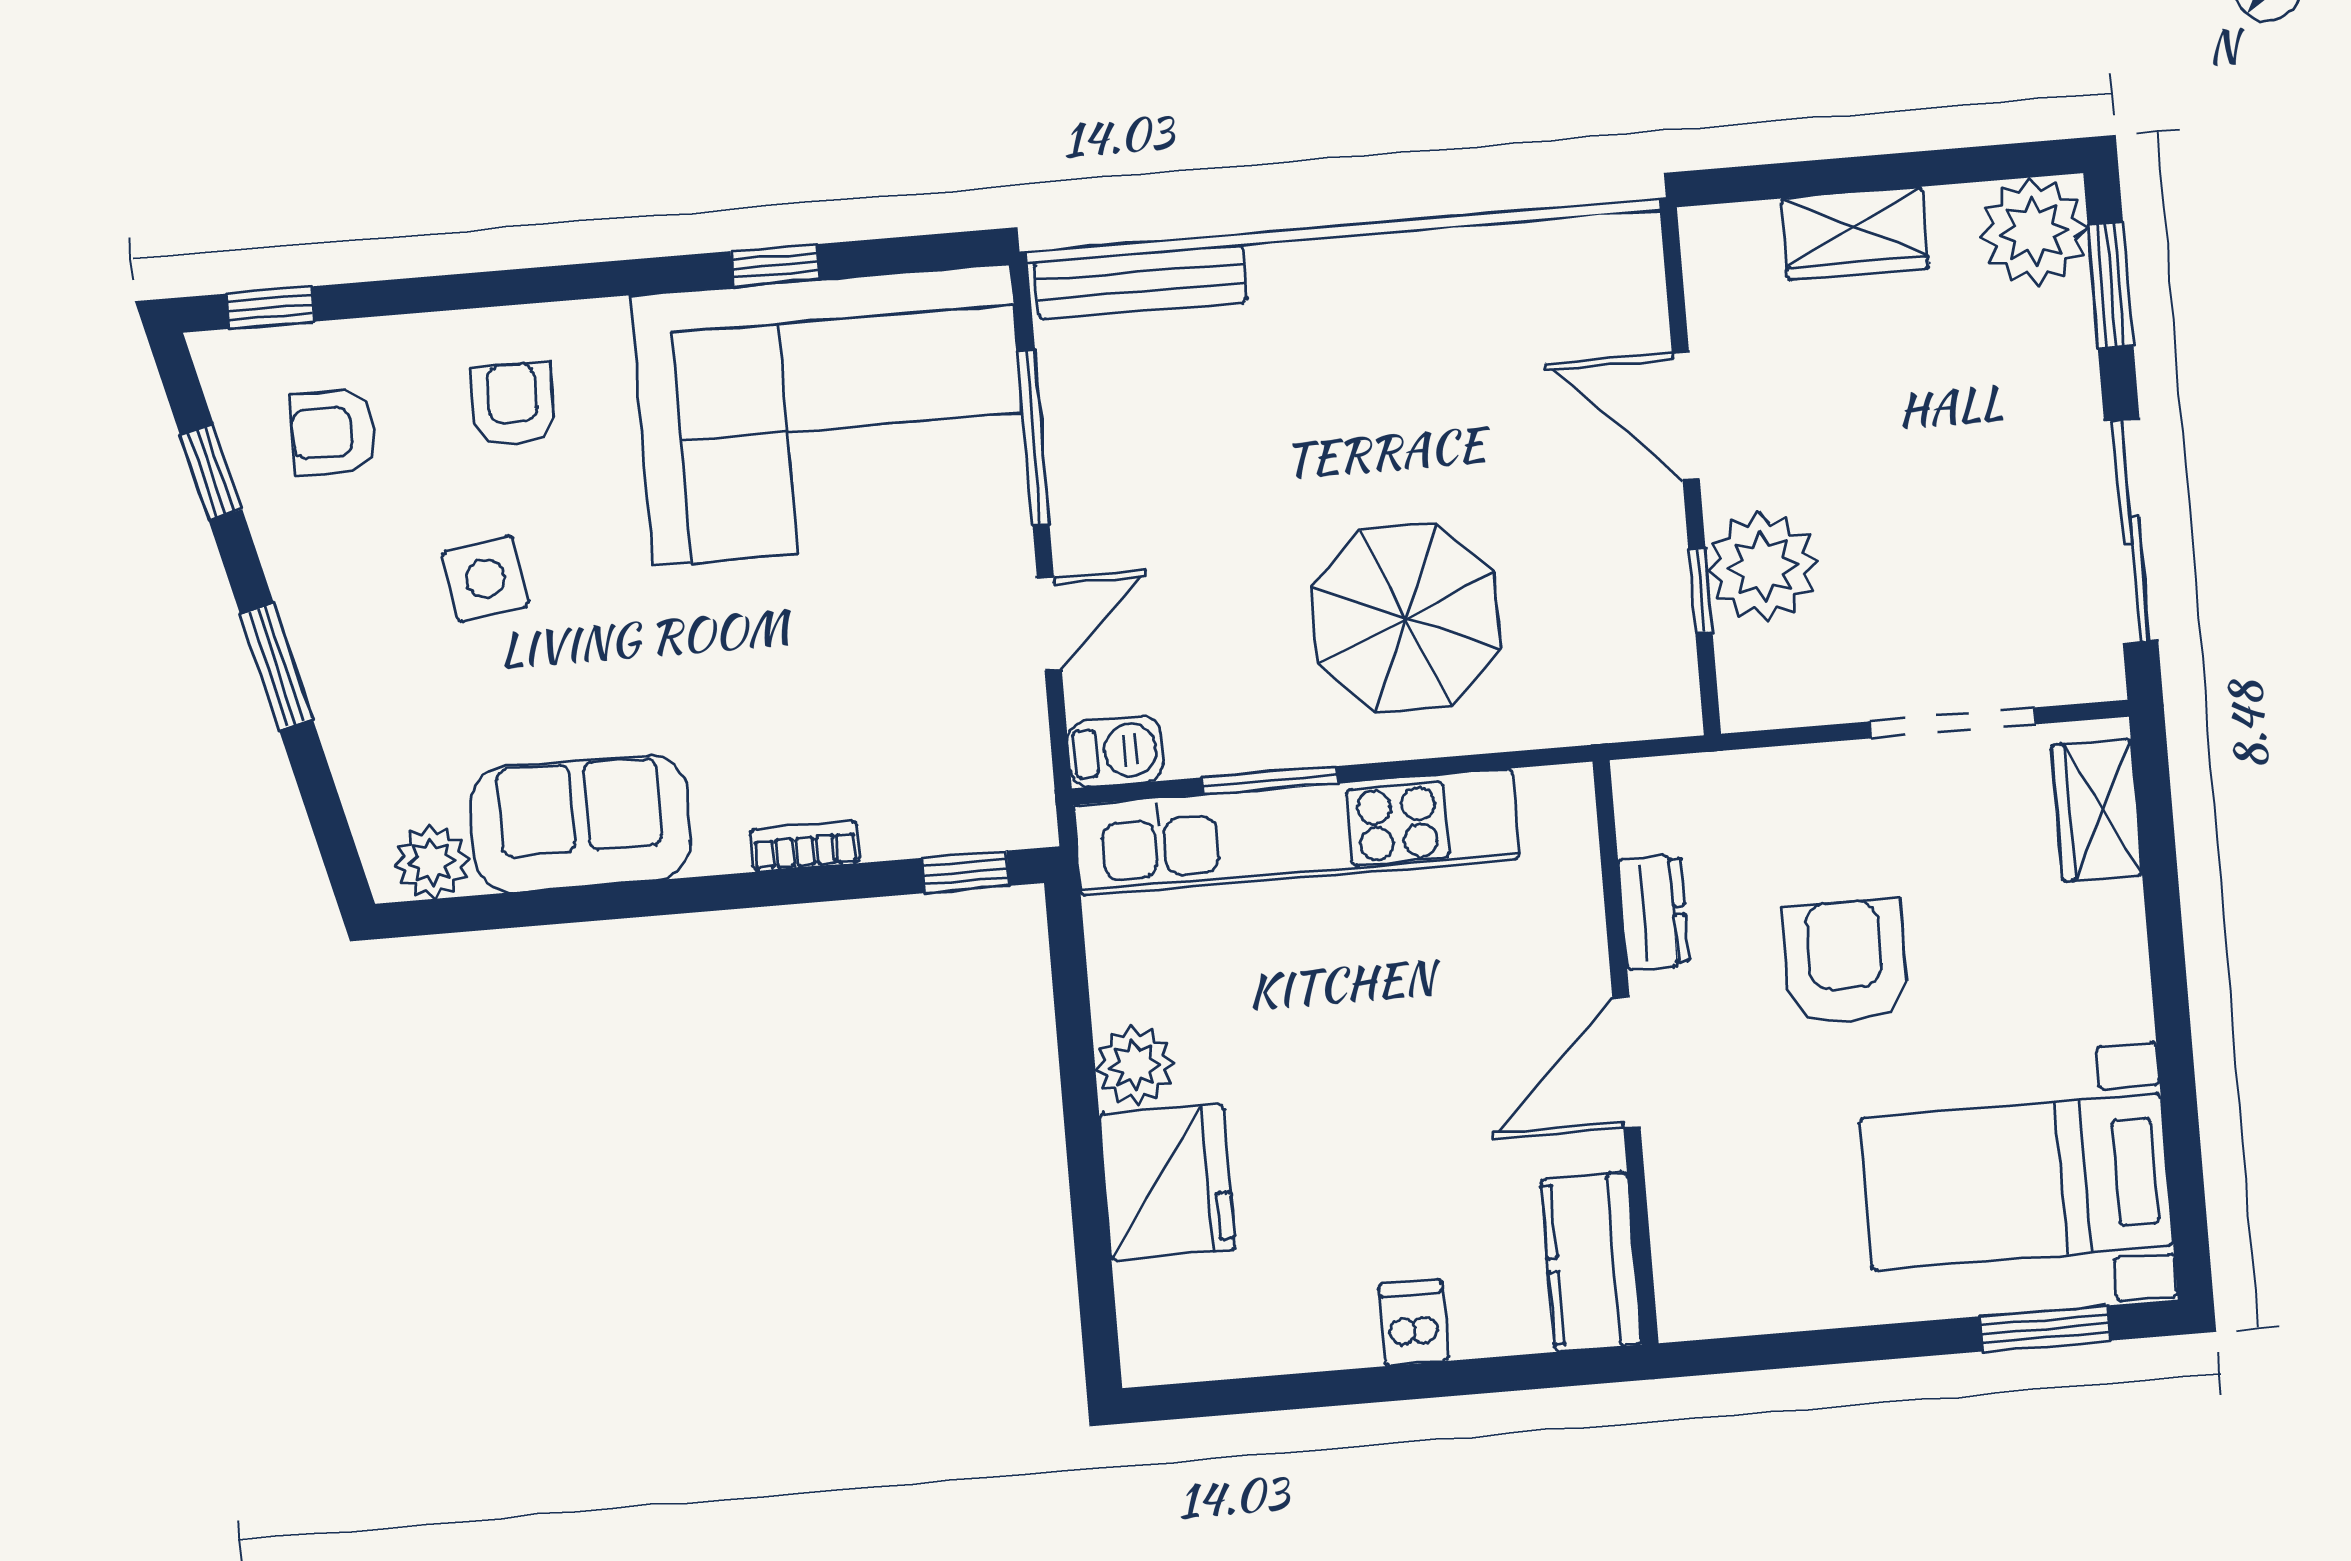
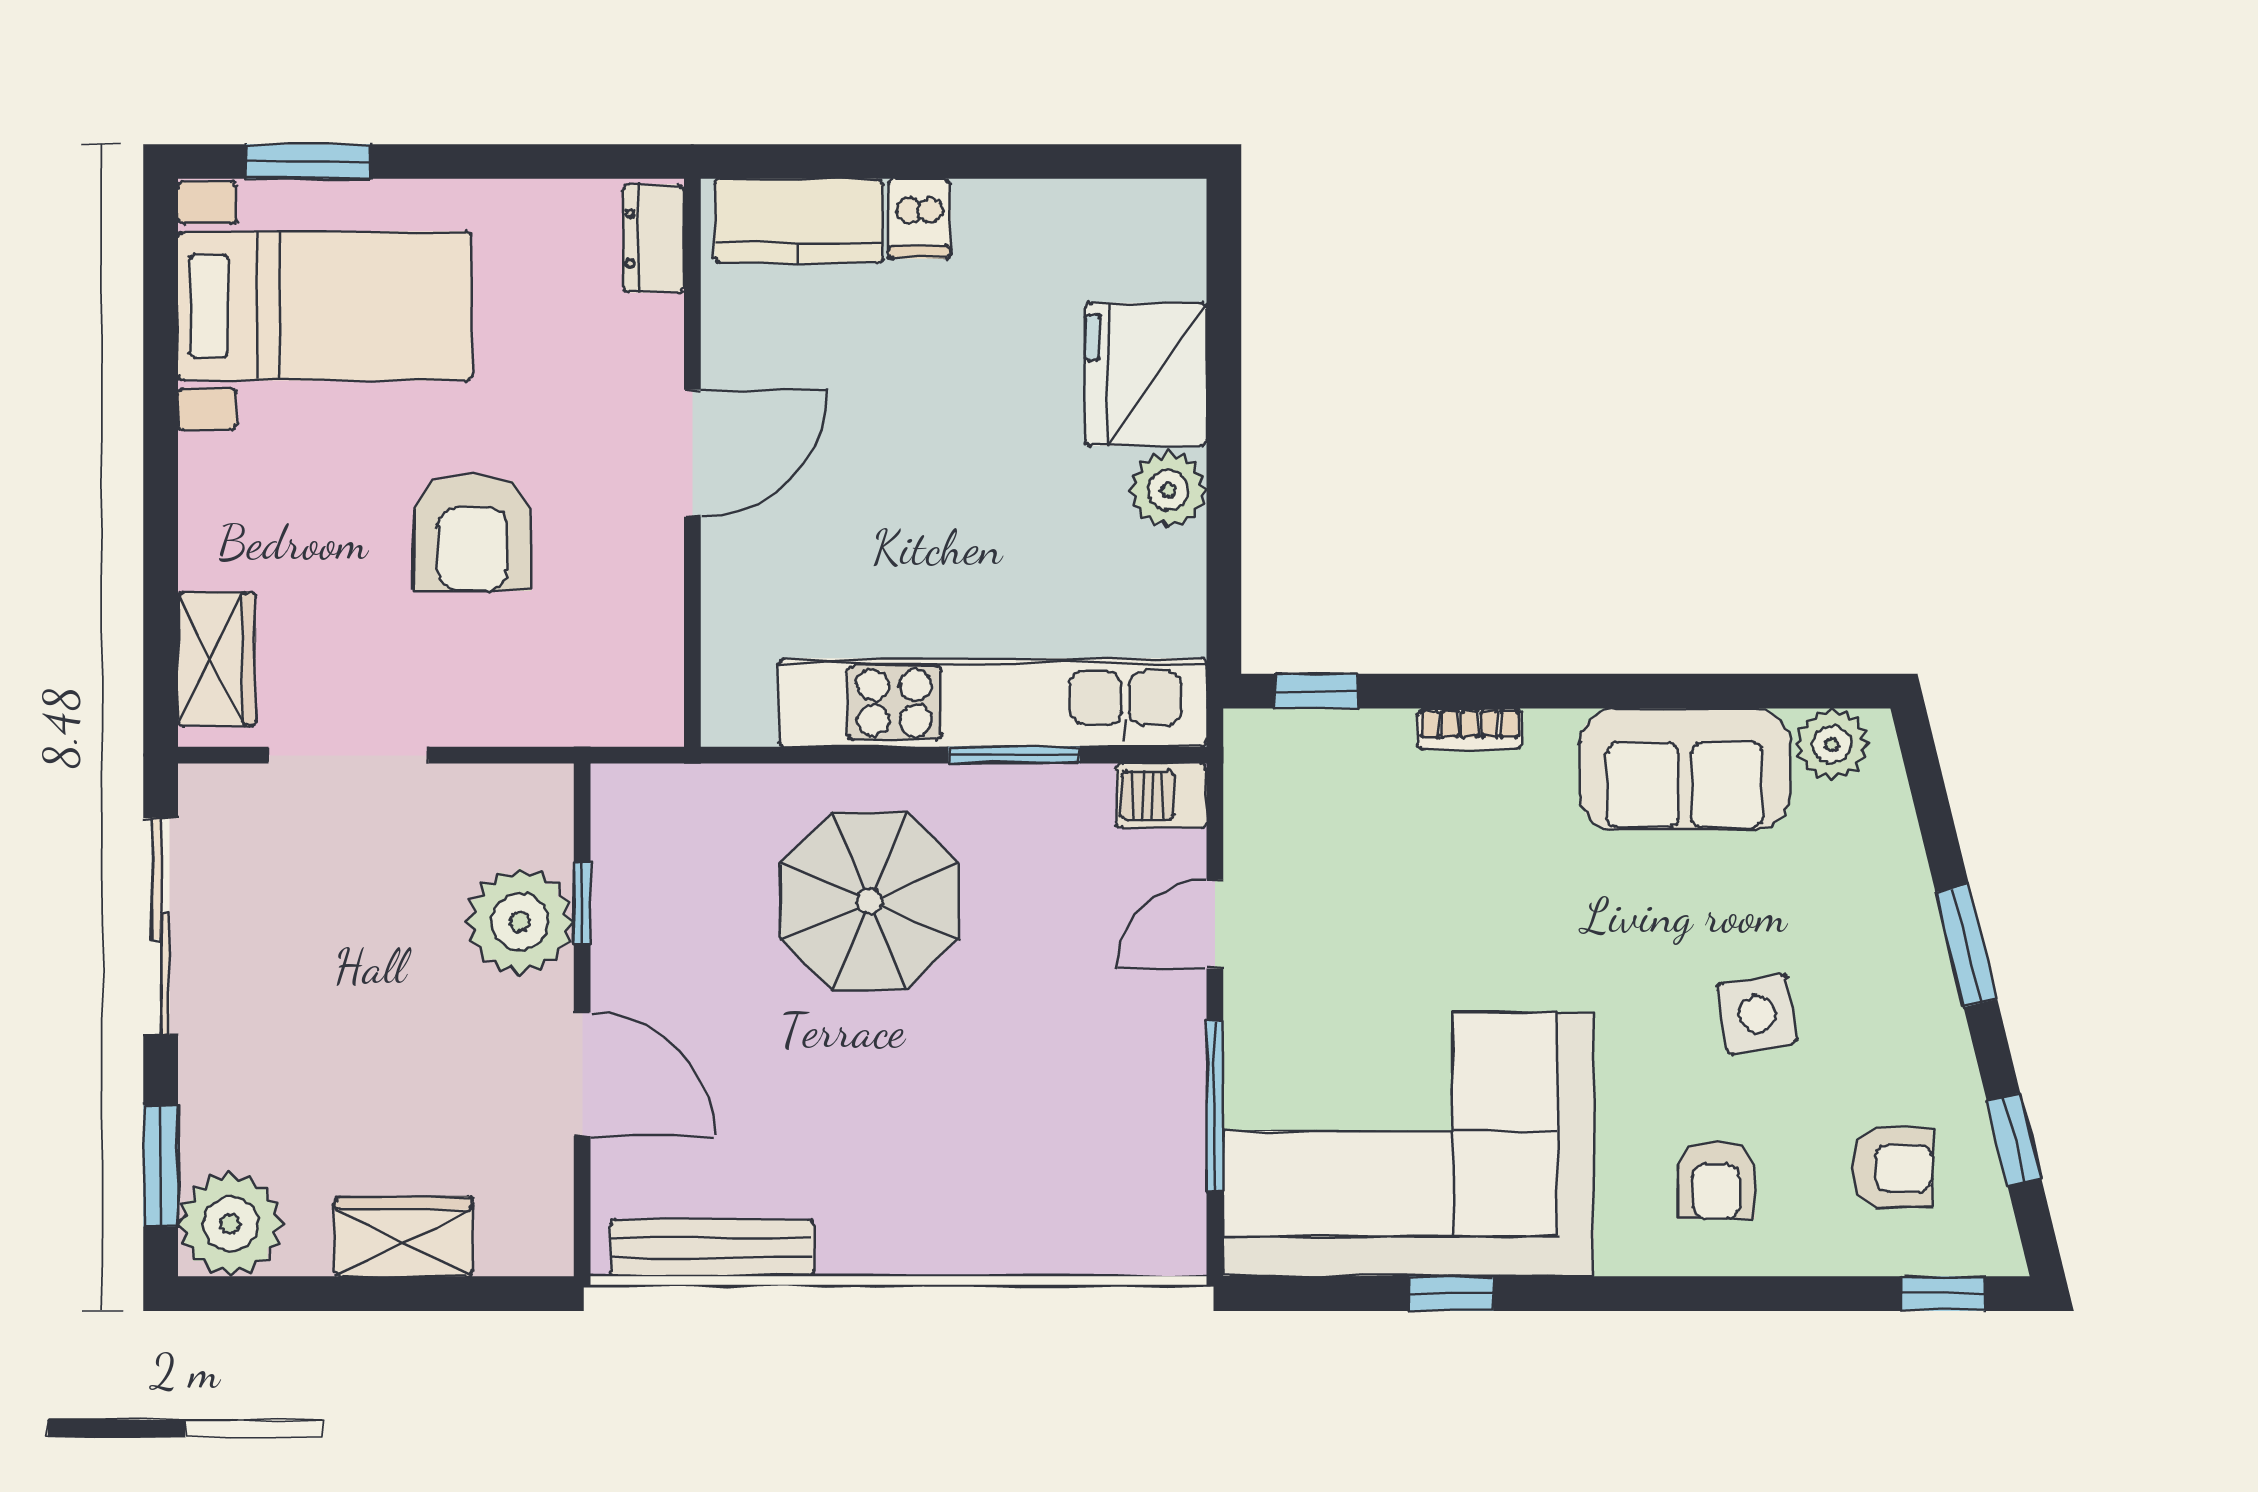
bench: (1141, 282) -> (712, 1248), moved
dresser: (1654, 912) -> (654, 238), moved
kitchen counter: (1591, 1262) -> (799, 221), moved, turned 90

